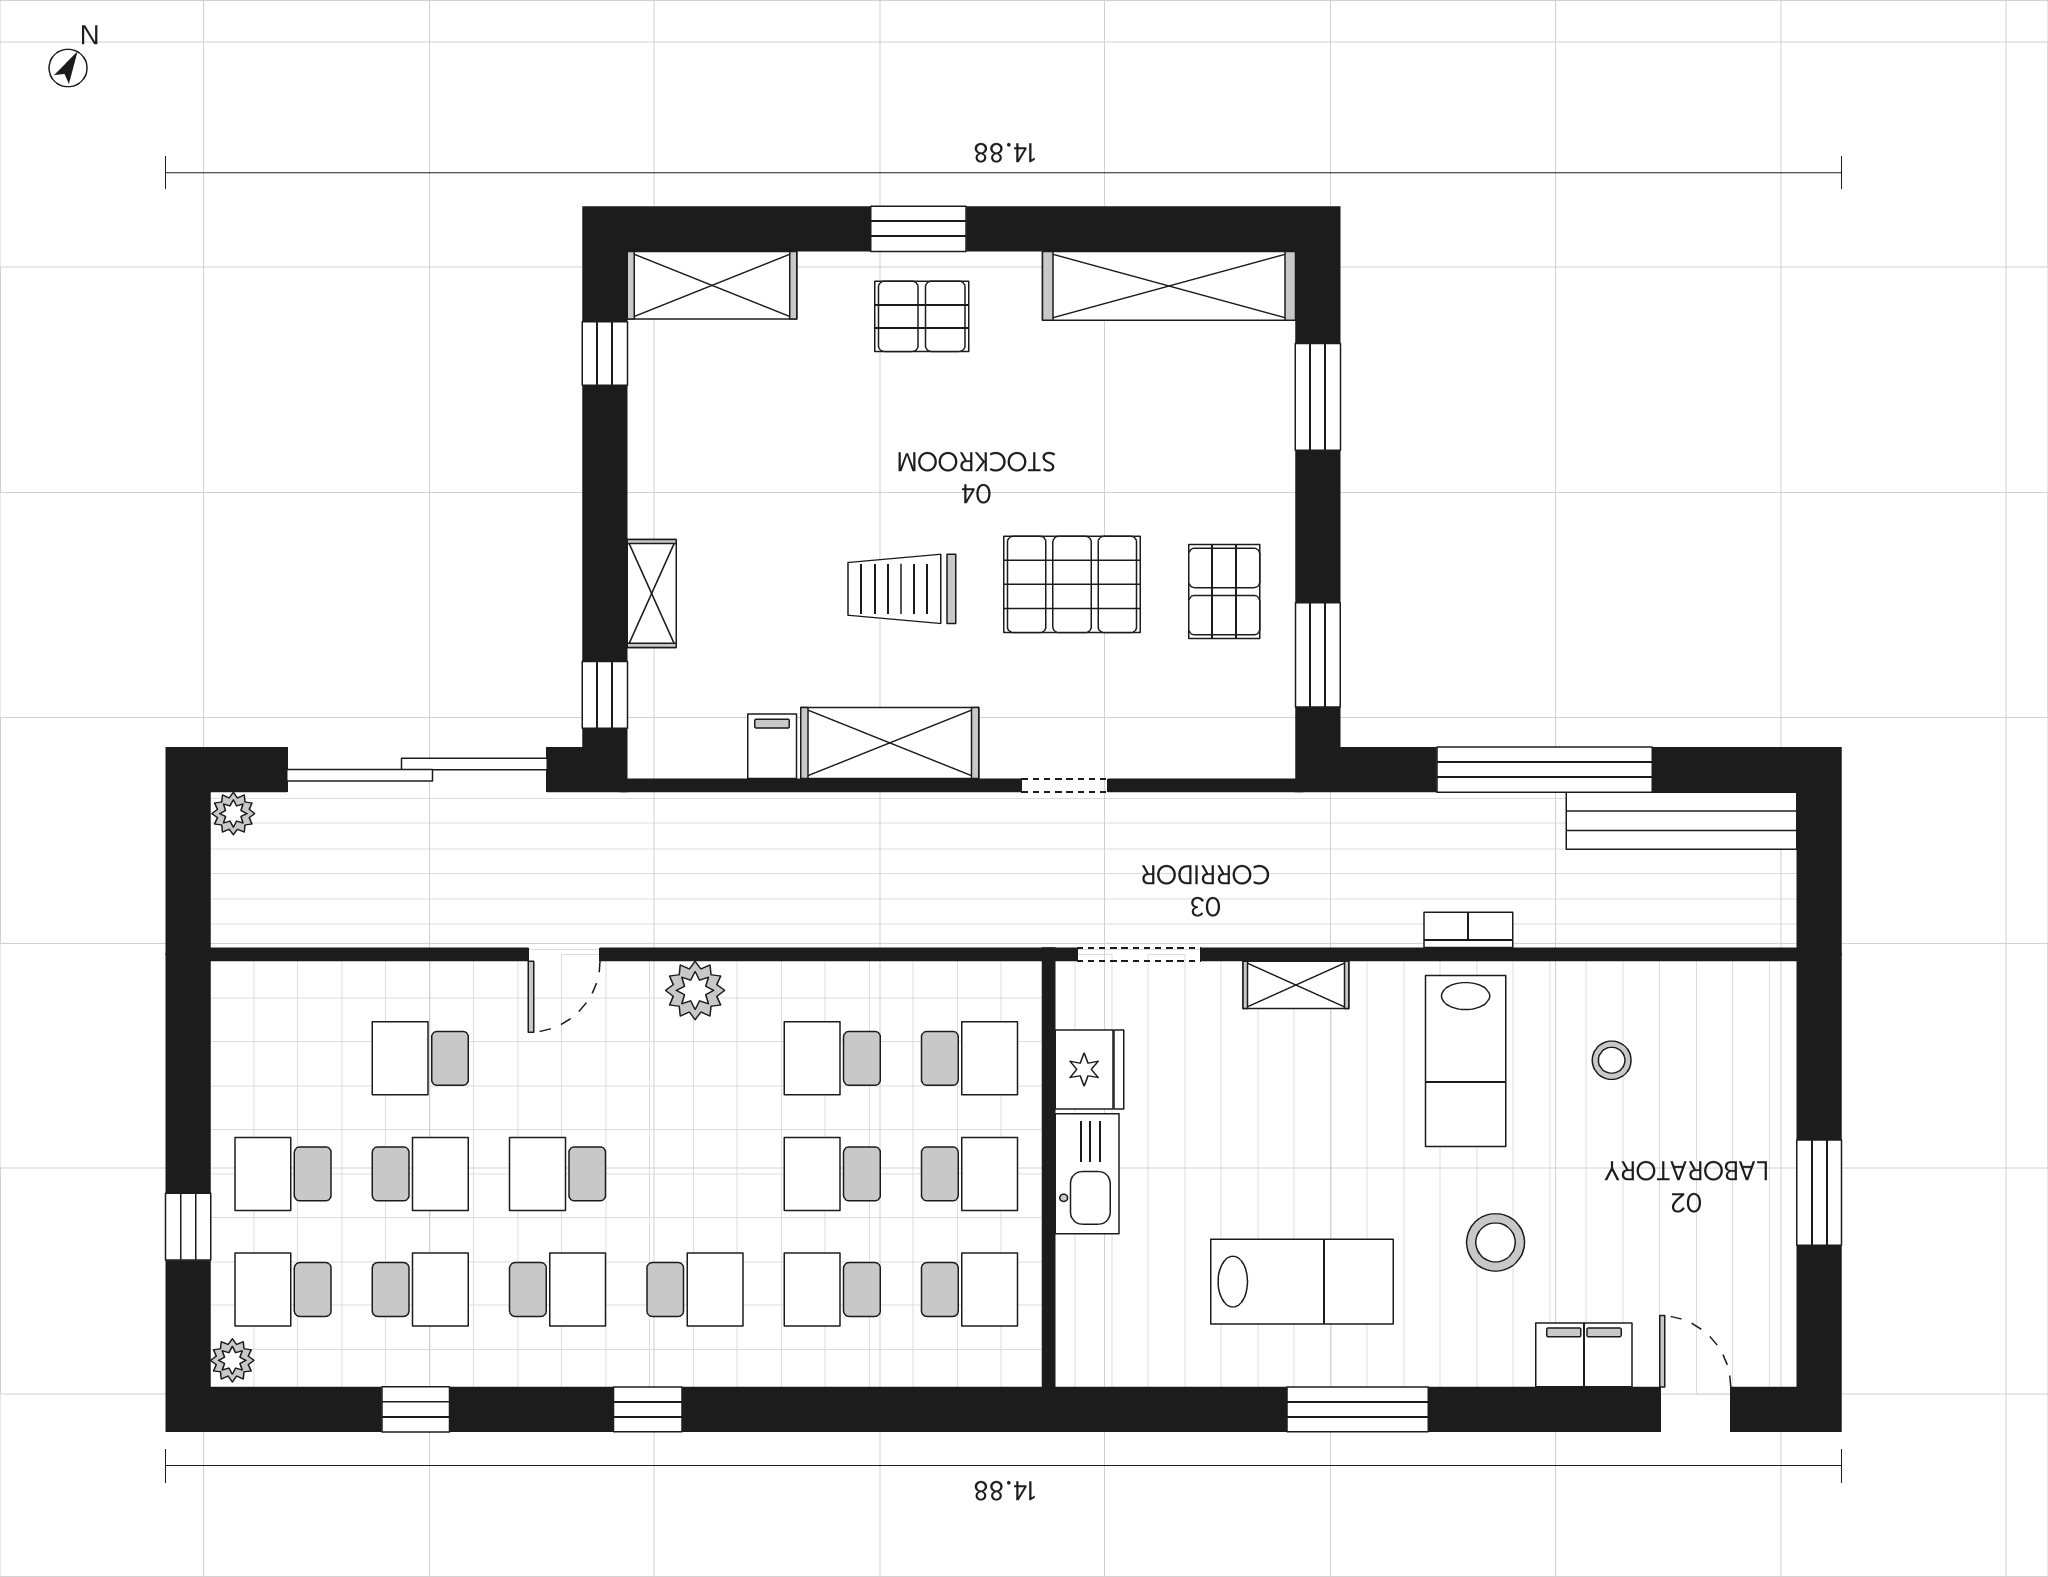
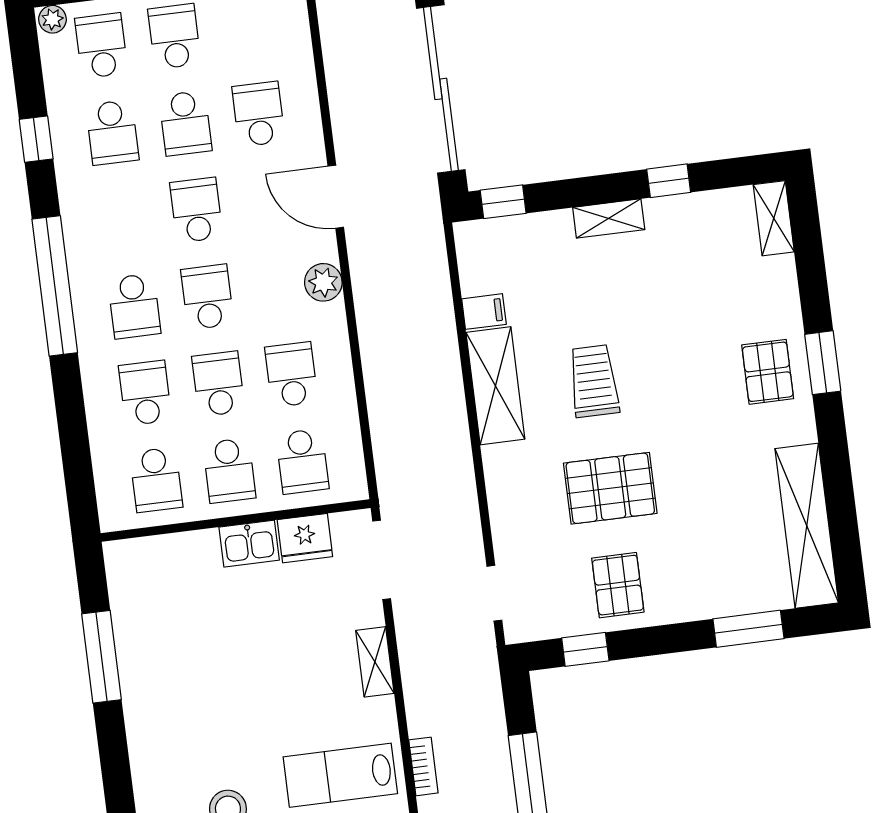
shelving: (712, 285) -> (774, 218), width x0.67, depth x0.75
window: (605, 353) -> (669, 181), moved
pallet: (1072, 584) -> (610, 488), turned 90
pallet: (1224, 592) -> (618, 585), turned 90
shelving: (652, 593) -> (609, 218), moved
window: (1318, 655) -> (585, 649), width x0.67
doorway: (1065, 785) -> (494, 593), moved
door: (564, 954) -> (336, 197), width x1.38
kitchen sink: (1087, 1174) -> (249, 544), width x0.73
lab bench: (1302, 1282) -> (188, 689), removed
school desk: (558, 1290) -> (207, 297), moved, turned 180
window: (648, 1409) -> (55, 286), width x3.17
window: (1358, 1409) -> (102, 657), moved

